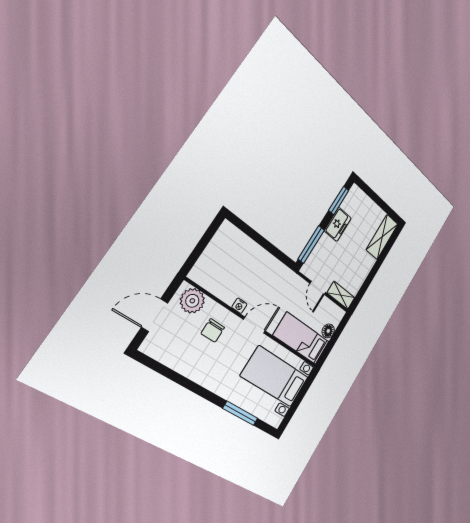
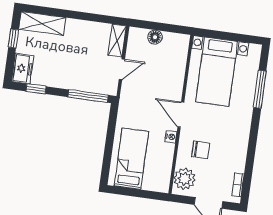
window: (339, 201) -> (36, 89), width x0.67
window: (383, 205) -> (13, 38), added
freezer: (338, 224) -> (23, 69), moved, turned 90
bed: (301, 339) -> (131, 159), moved, turned 180
bookcase: (158, 355) -> (238, 185), added

